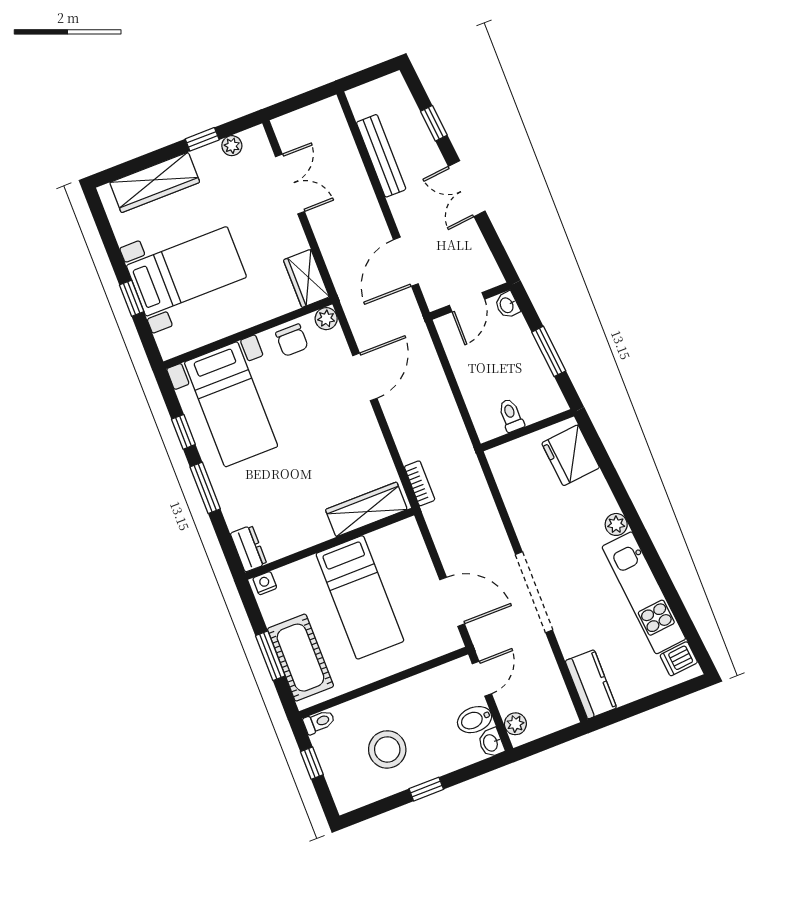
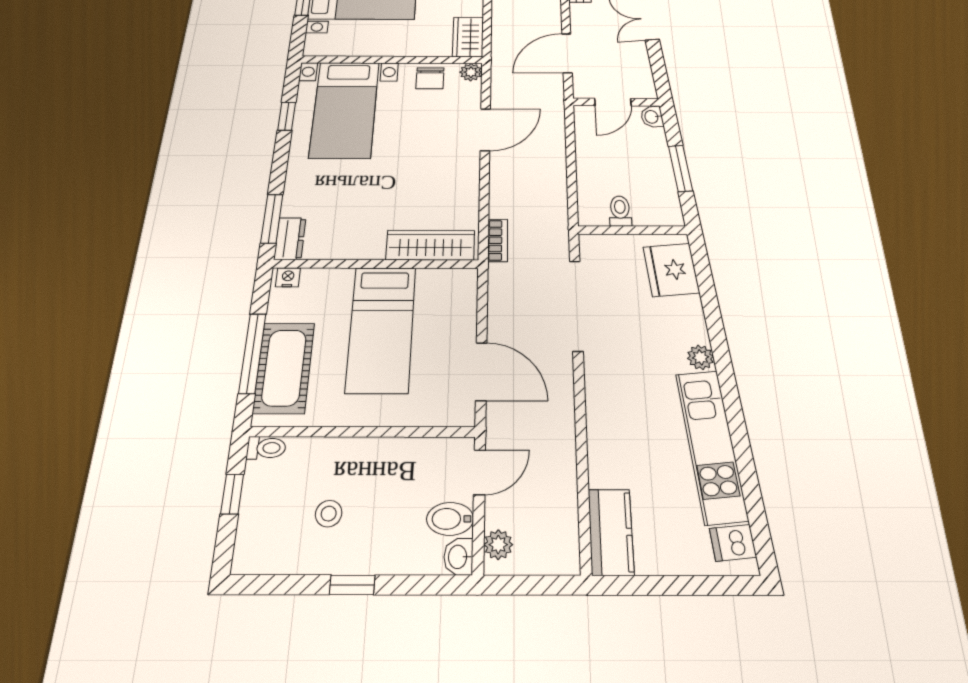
window: (205, 488) -> (272, 219), moved
doorway: (534, 592) -> (576, 305), moved
window: (270, 656) -> (252, 353), width x1.44
stool: (387, 749) -> (329, 514), width x0.53, depth x0.53

